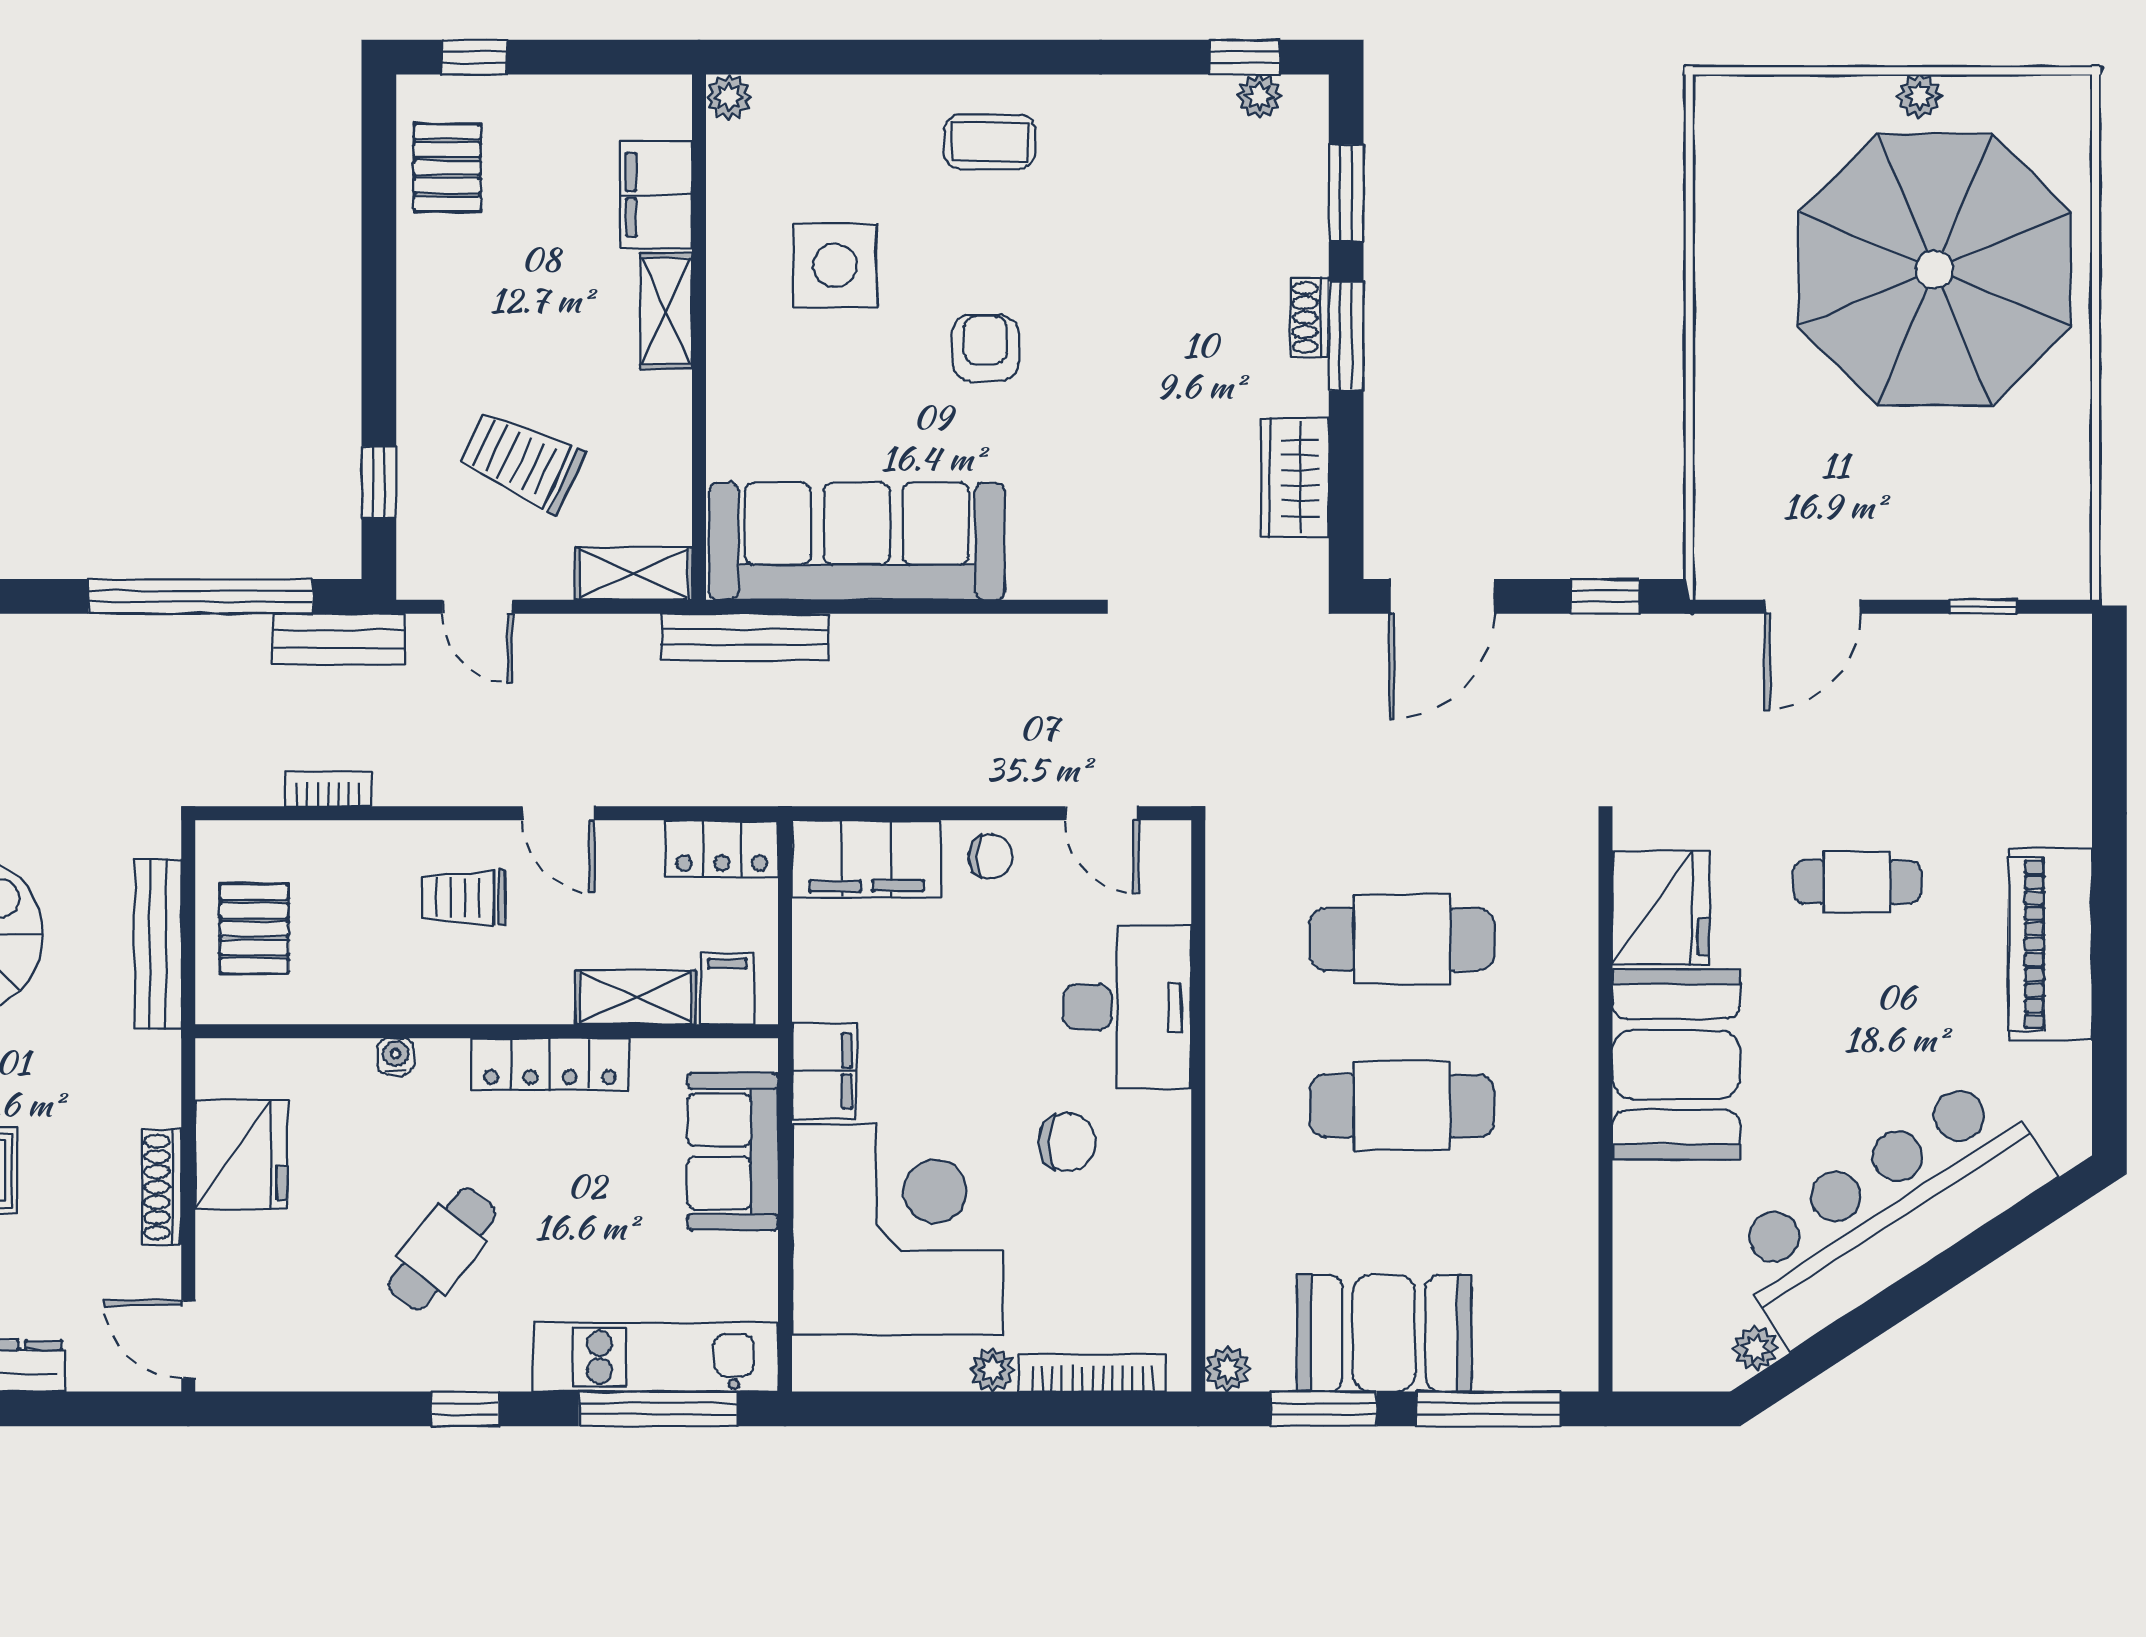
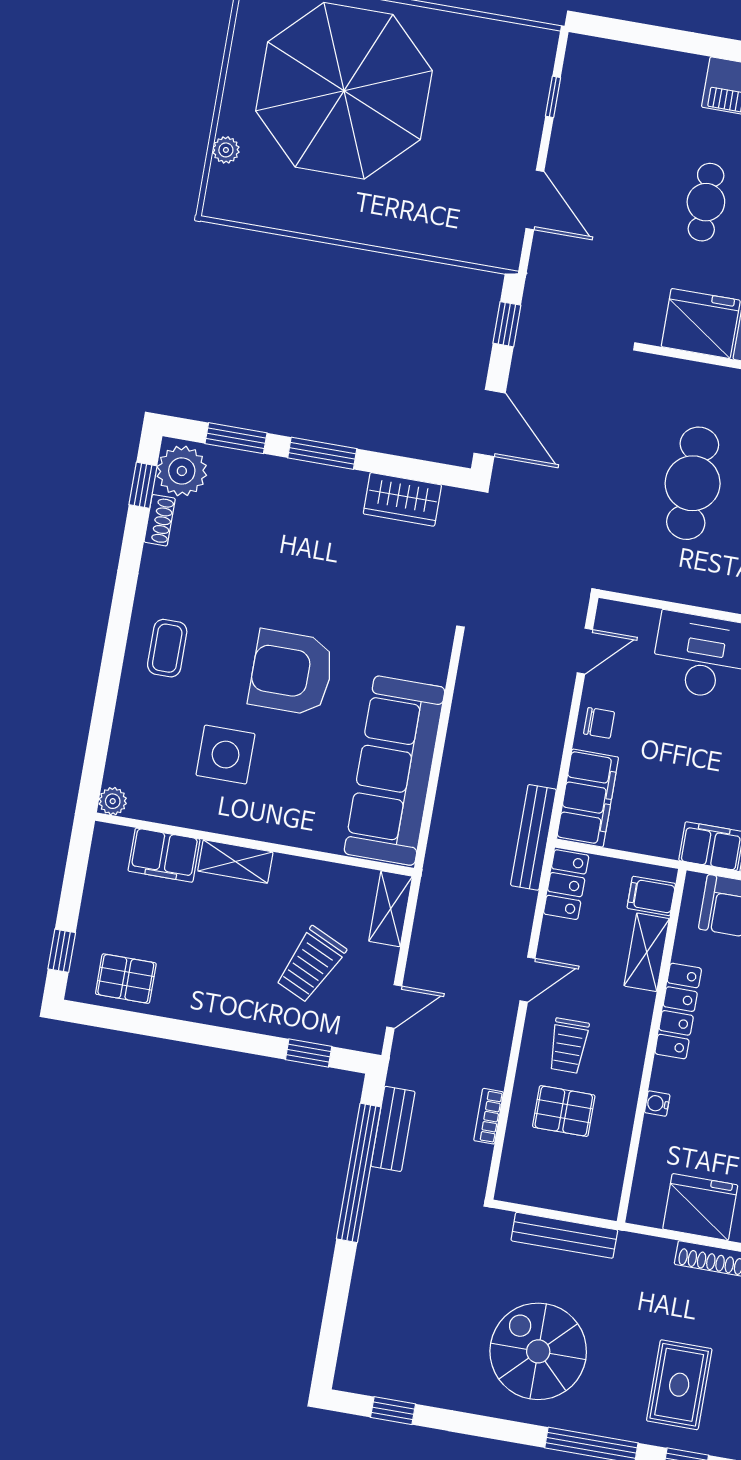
plant: (1259, 96) -> (182, 471), width x1.88, depth x1.88
plant: (1919, 96) -> (226, 150), moved
shoe rack: (1310, 317) -> (160, 520), moved, turned -90
armchair: (985, 348) -> (291, 673), width x1.88, depth x1.88
bench: (745, 637) -> (533, 837), moved
bench: (339, 639) -> (393, 1129), moved
chair: (991, 856) -> (599, 723), turned 90
pallet: (254, 929) -> (564, 1111), moved

